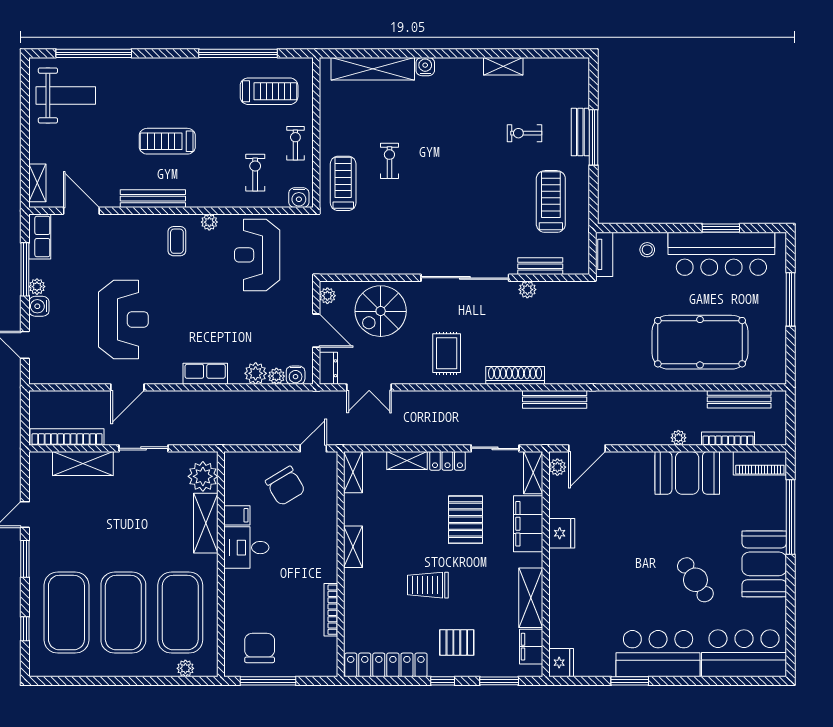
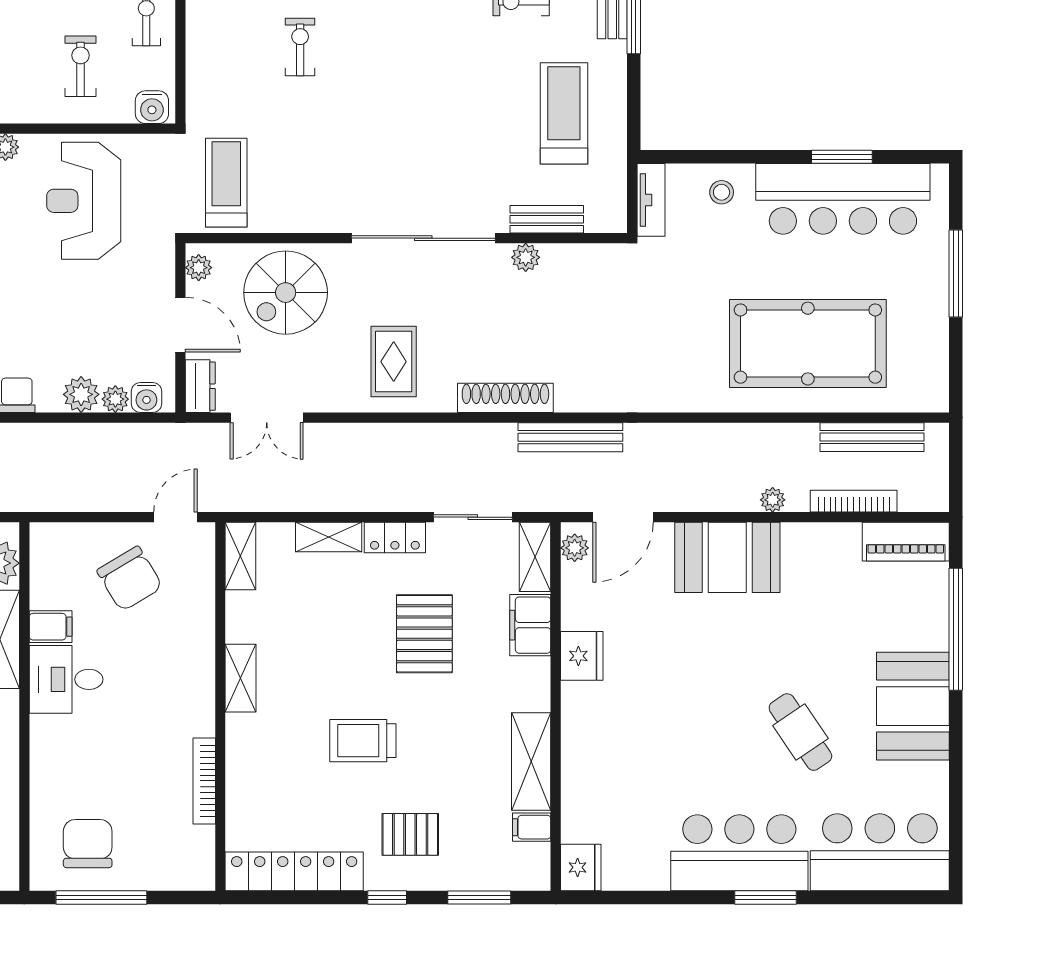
treadmill: (343, 183) -> (226, 183), moved
booth: (687, 473) -> (727, 557), moved
filing cabinet: (528, 524) -> (530, 625), width x0.67, depth x0.86
filing cabinet: (531, 647) -> (532, 827), width x0.50
window: (630, 681) -> (765, 897), moved

